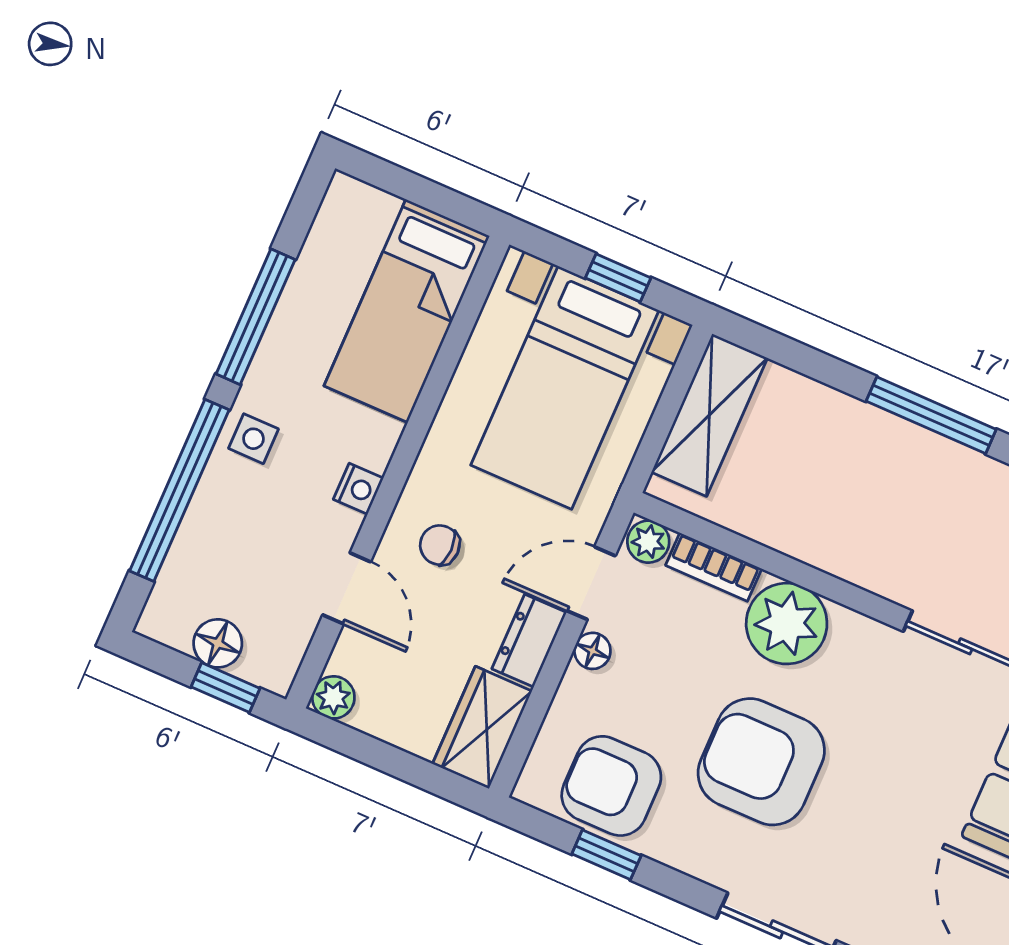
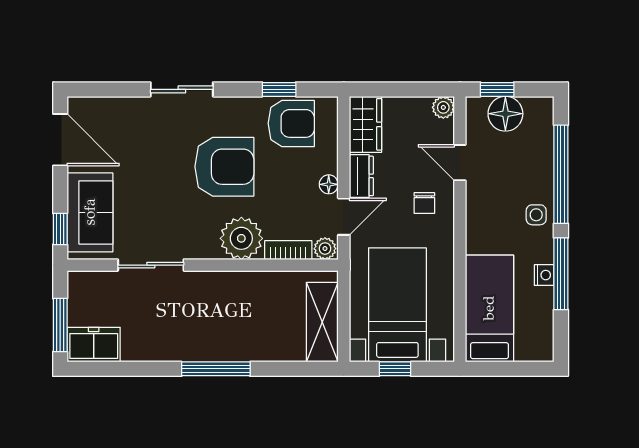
nightstand: (358, 489) -> (544, 275), moved, turned 180
chair: (440, 545) -> (424, 203), turned 90
floor lamp: (218, 643) -> (505, 114), width x1.38, depth x1.38

